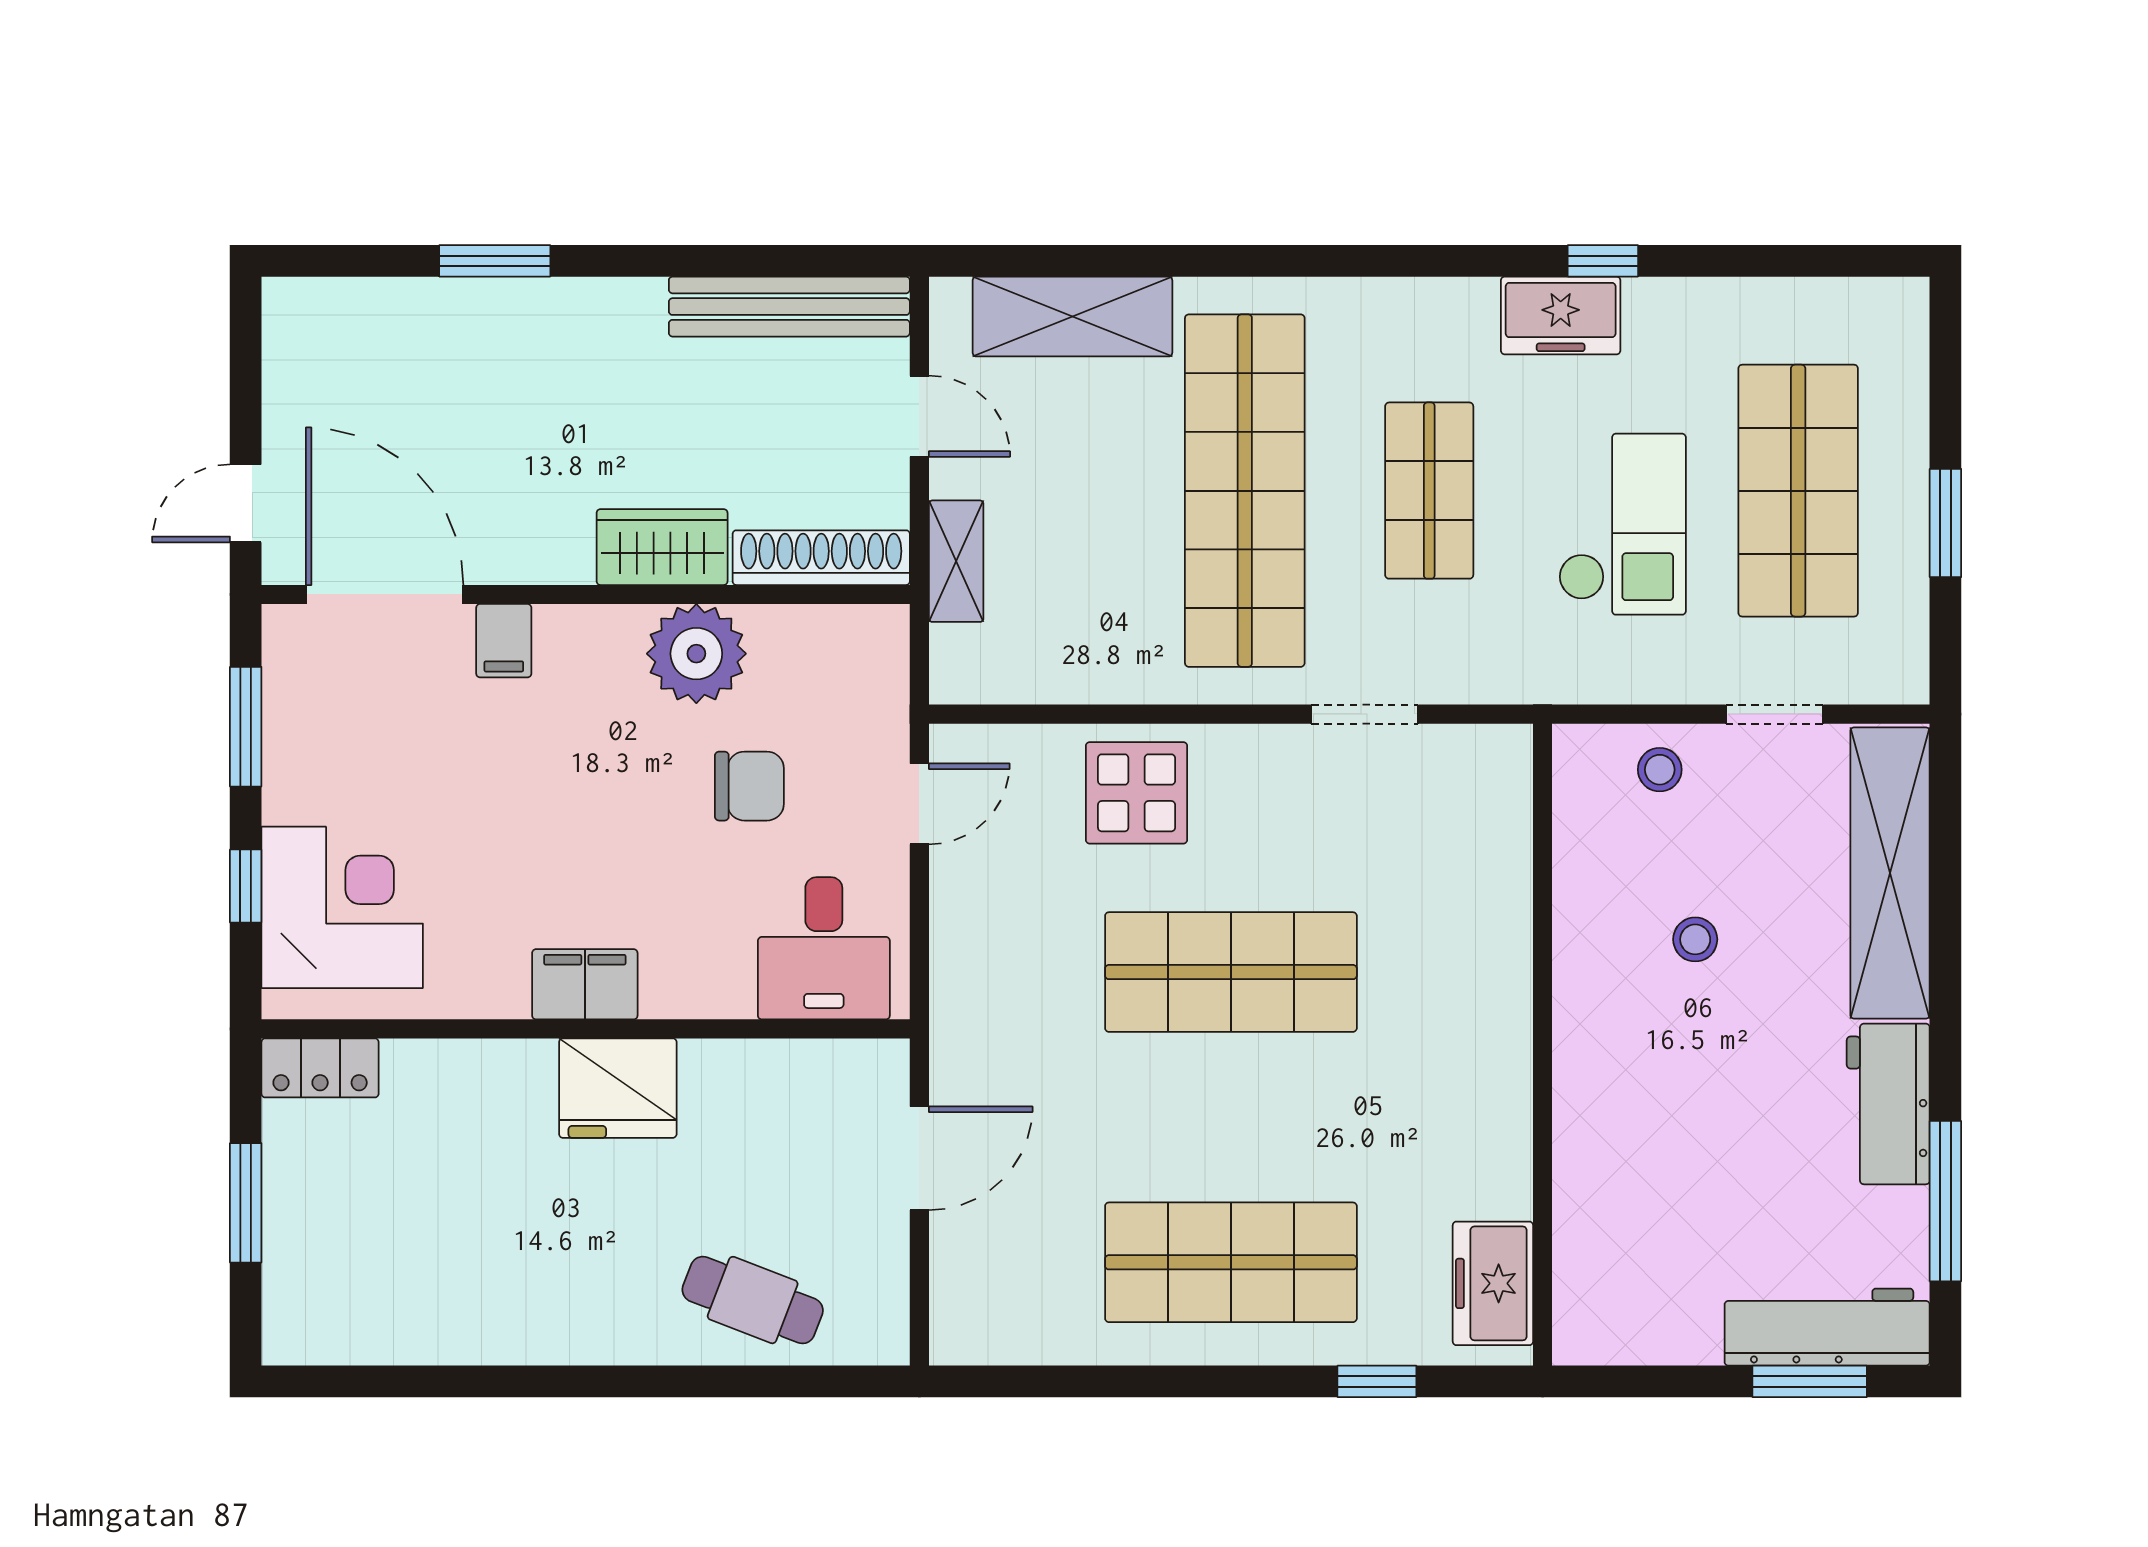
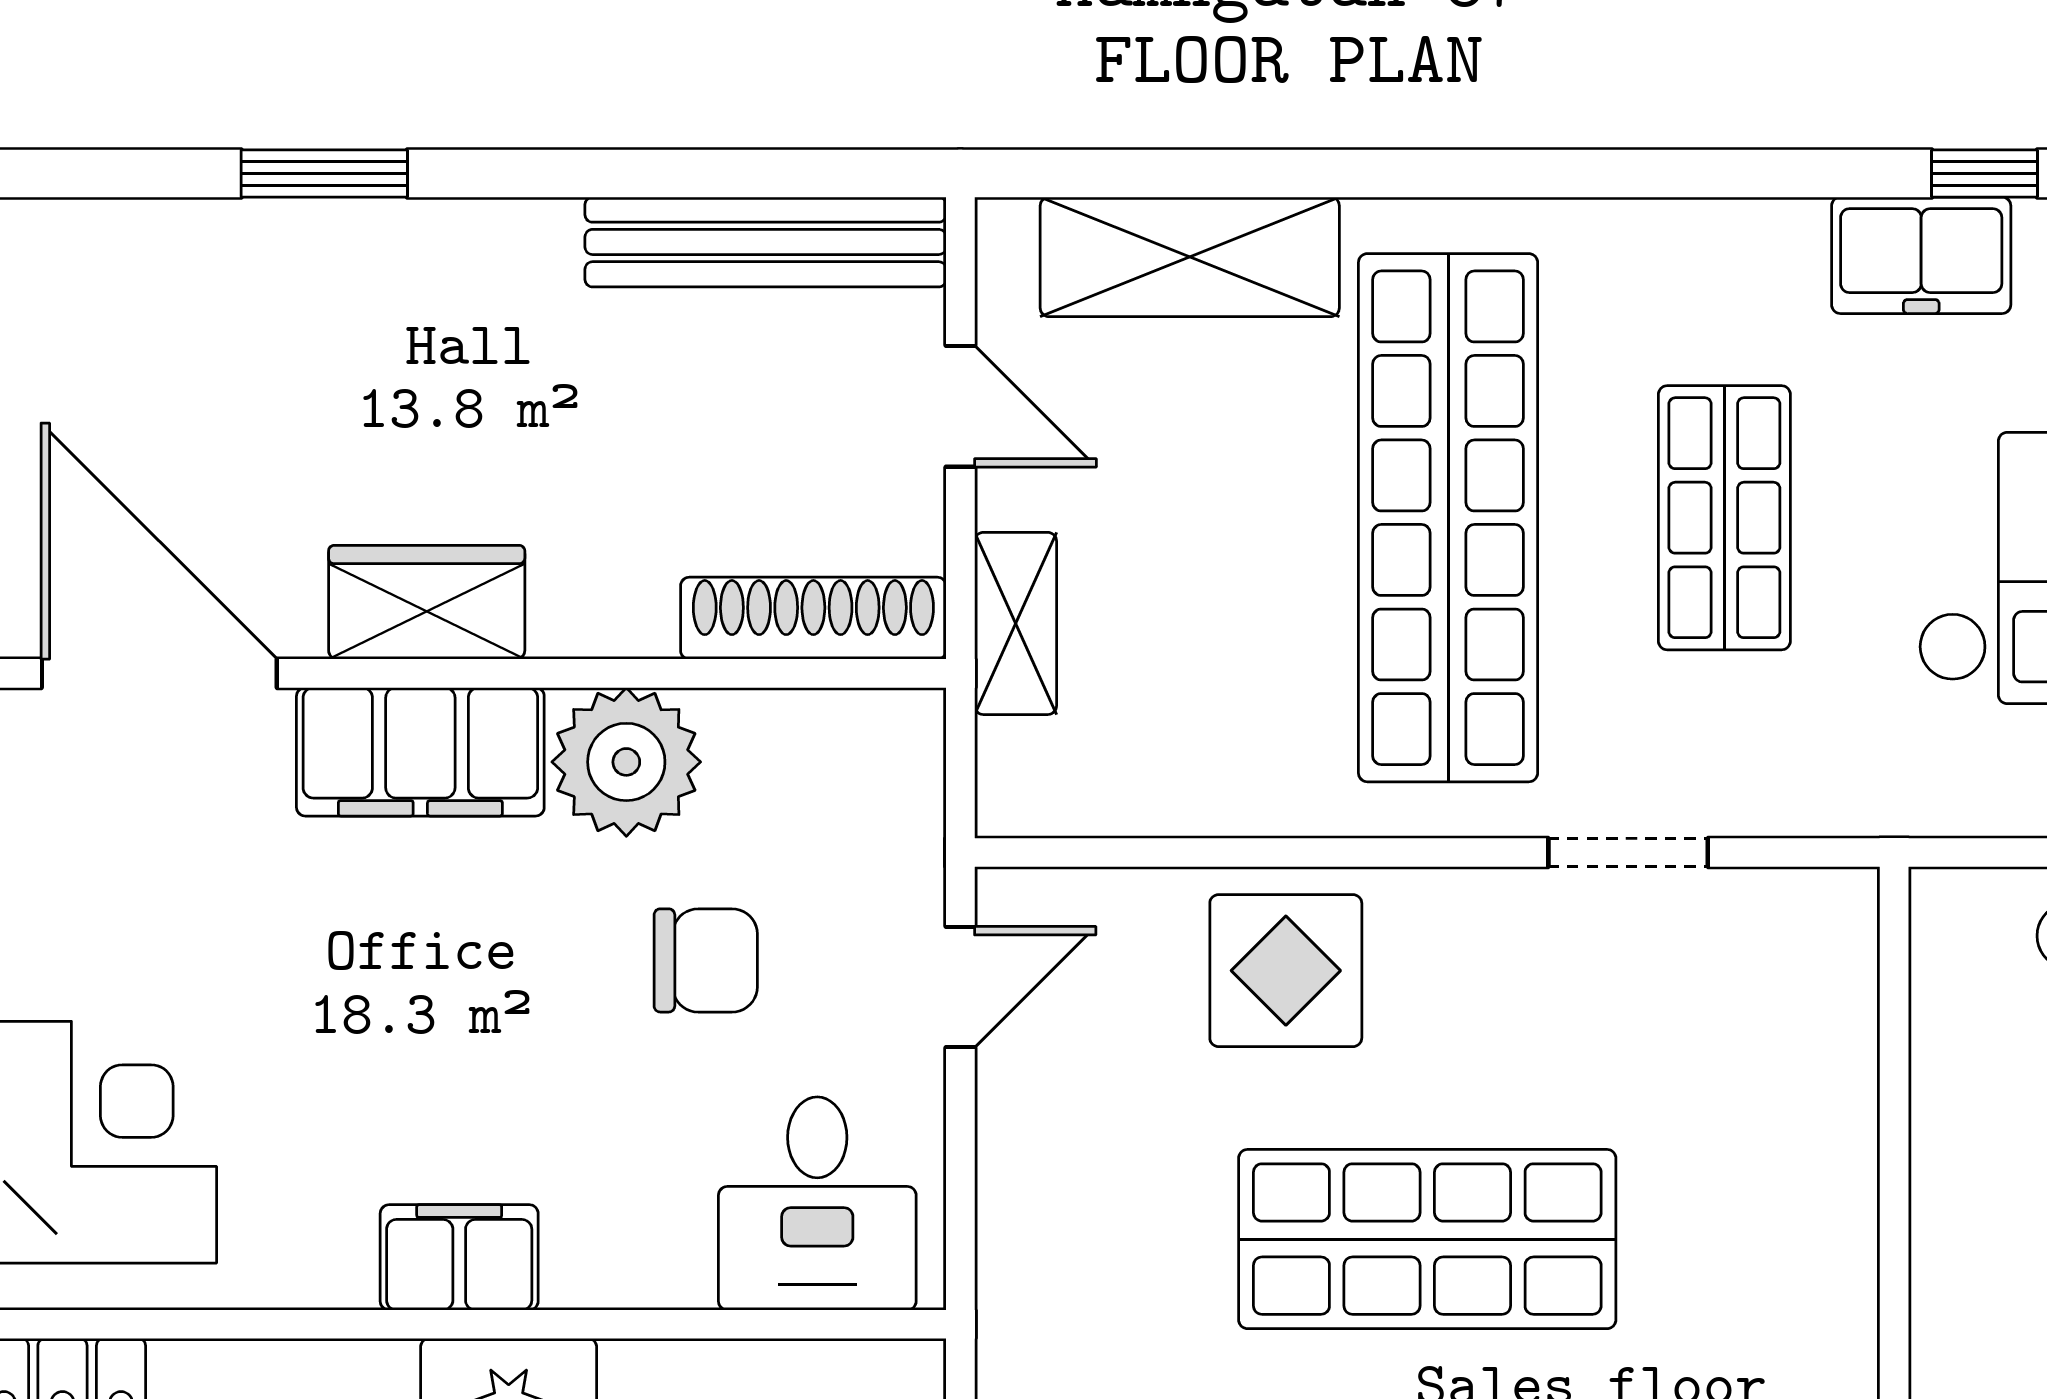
wardrobe: (662, 547) -> (427, 602), moved
filing cabinet: (504, 641) -> (420, 752), width x3.00, depth x1.17

